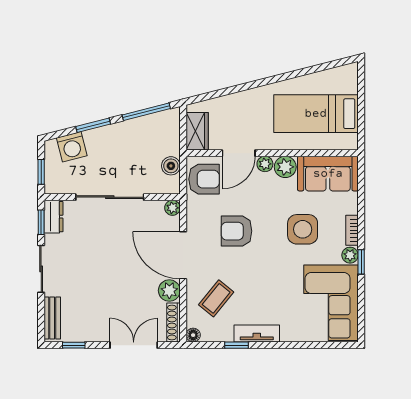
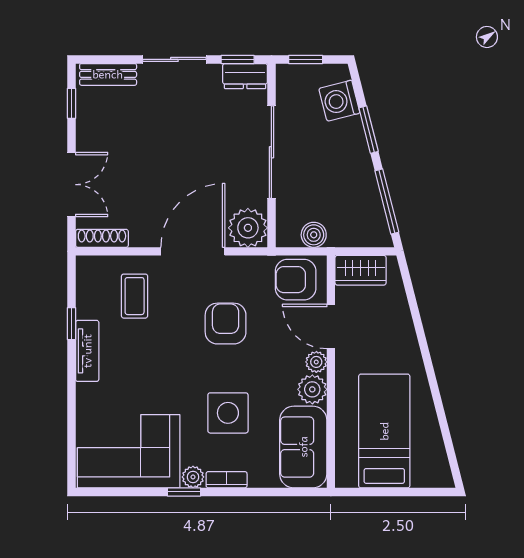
armchair: (204, 179) -> (296, 280), turned 90
plant: (172, 208) -> (248, 228), width x1.87, depth x1.87
plant: (169, 291) -> (145, 233), removed
coffee table: (216, 298) -> (135, 296), turned 51
floor lamp: (193, 335) -> (85, 265), removed

